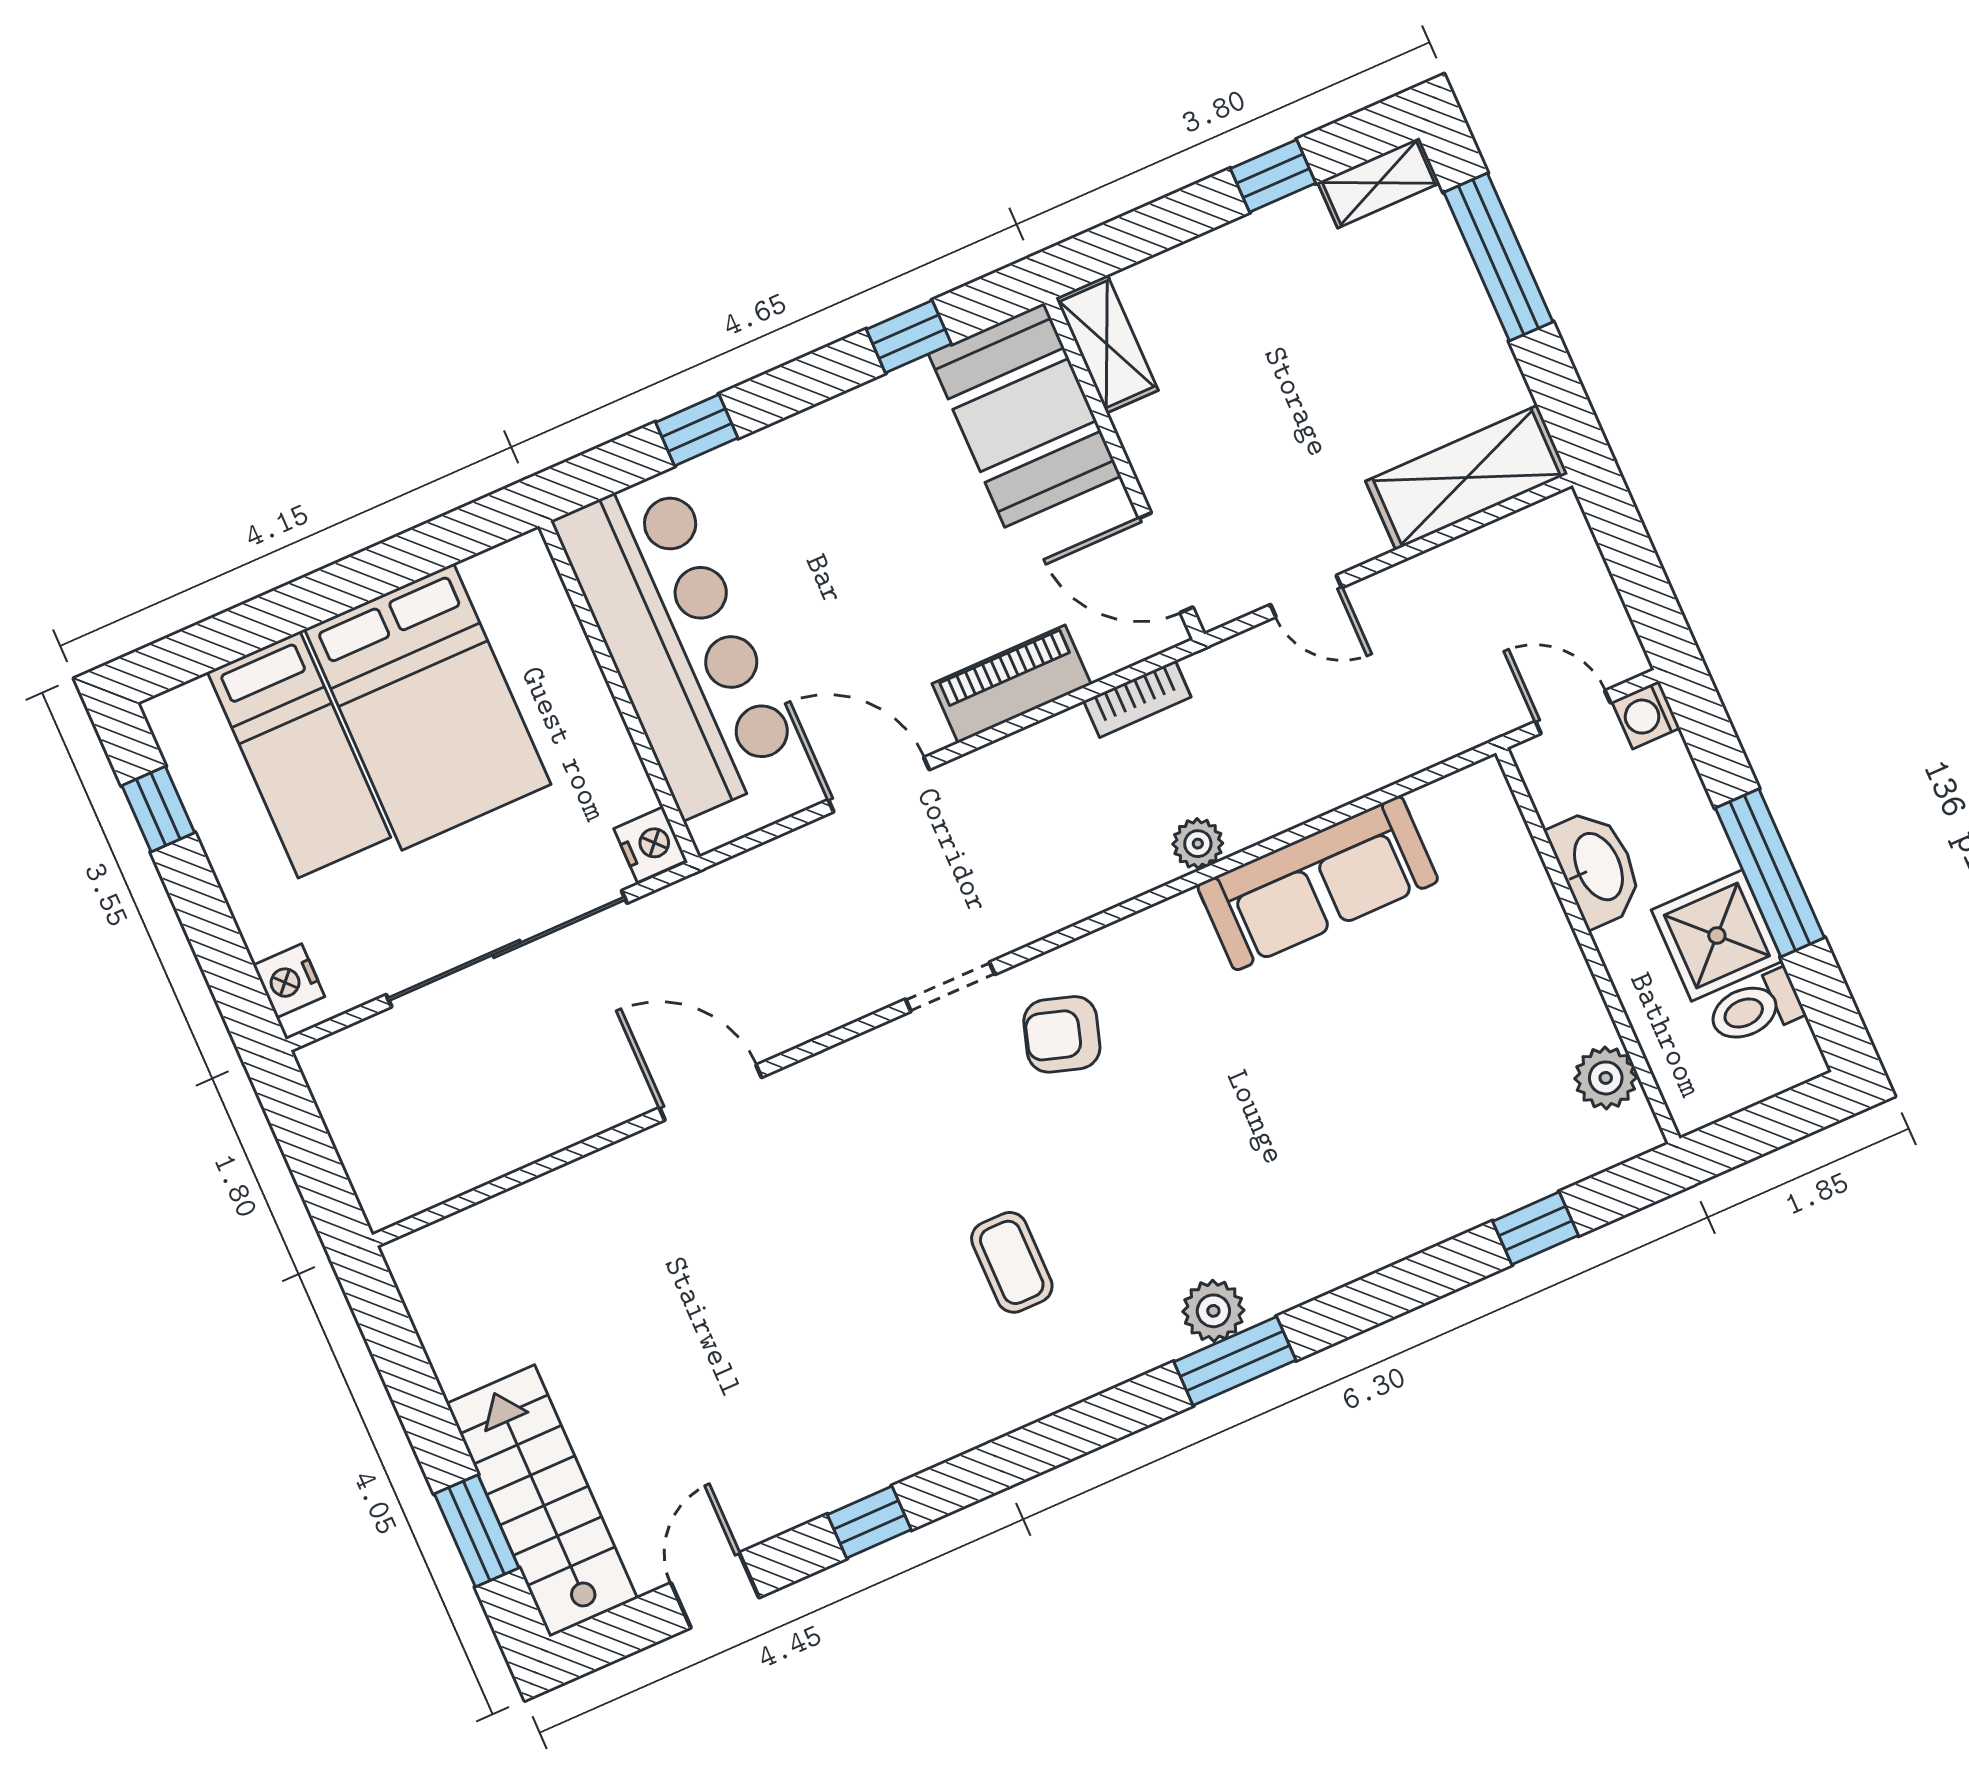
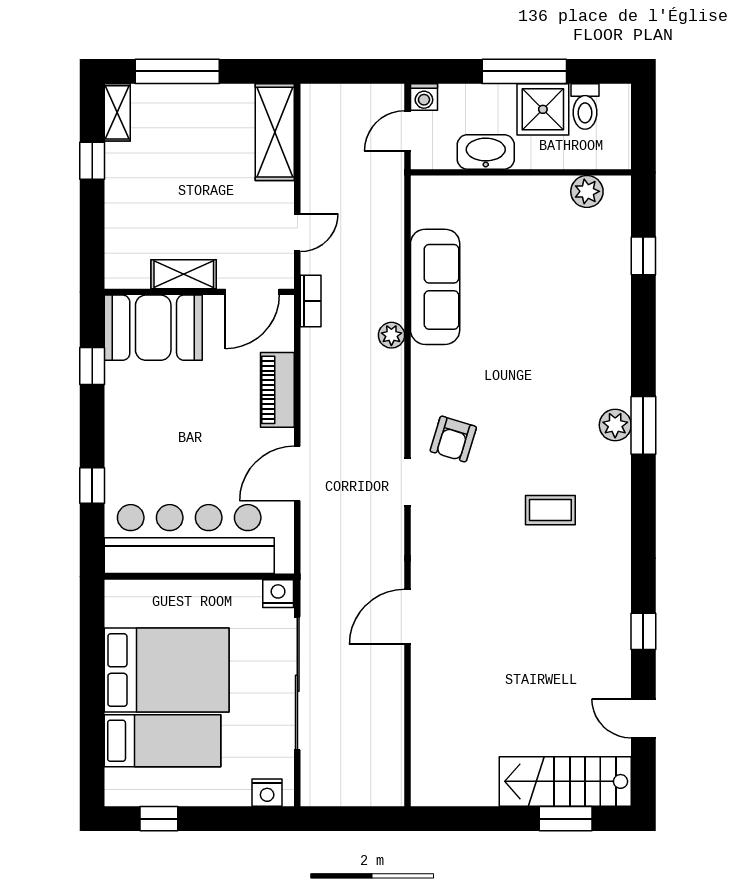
shelving: (1107, 344) -> (184, 274), moved
bookcase: (1137, 699) -> (311, 301), moved

